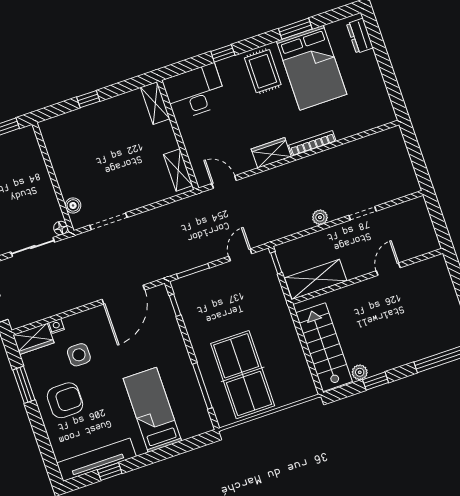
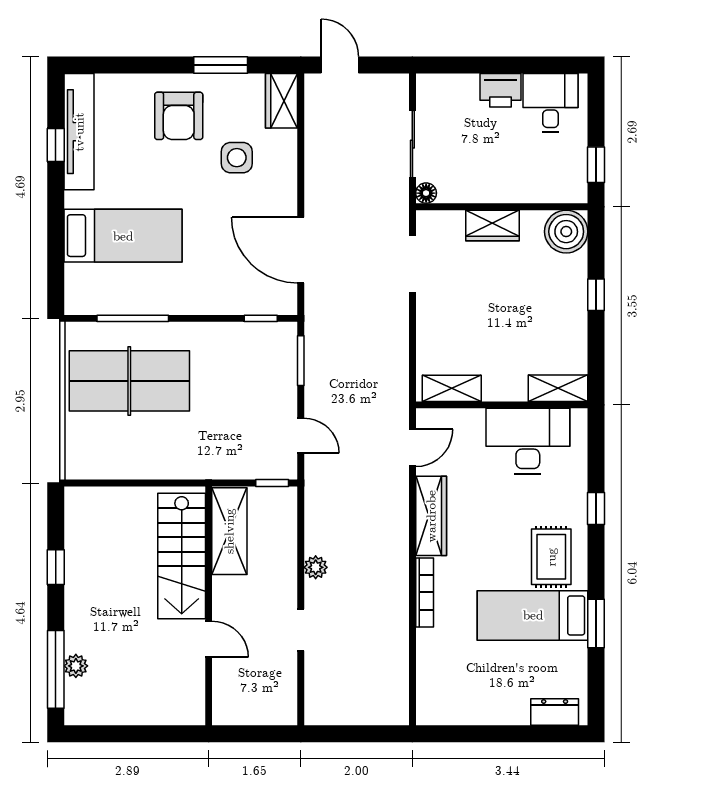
bed: (312, 68) -> (533, 615), width x0.67
rug: (263, 71) -> (551, 557), turned 90
desk: (195, 92) -> (528, 441), moved, turned -90
wardrobe: (271, 153) -> (431, 516), width x1.50
wardrobe: (67, 179) -> (493, 226), added
boiler: (73, 205) -> (566, 232), moved, width x1.86, depth x1.86
nightstand: (57, 326) -> (288, 140), removed
stairs: (324, 347) -> (182, 556), moved, turned 90
plant: (360, 372) -> (76, 666), moved

